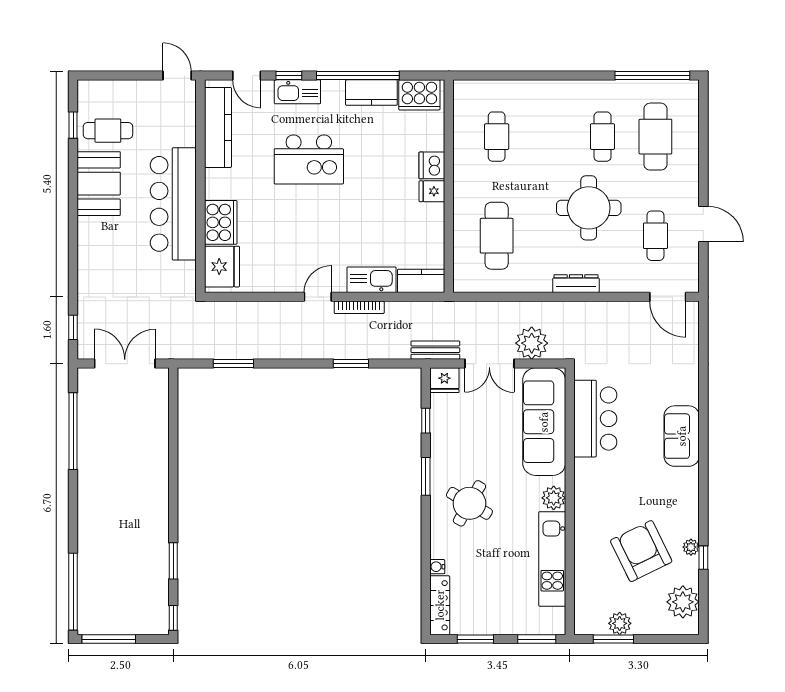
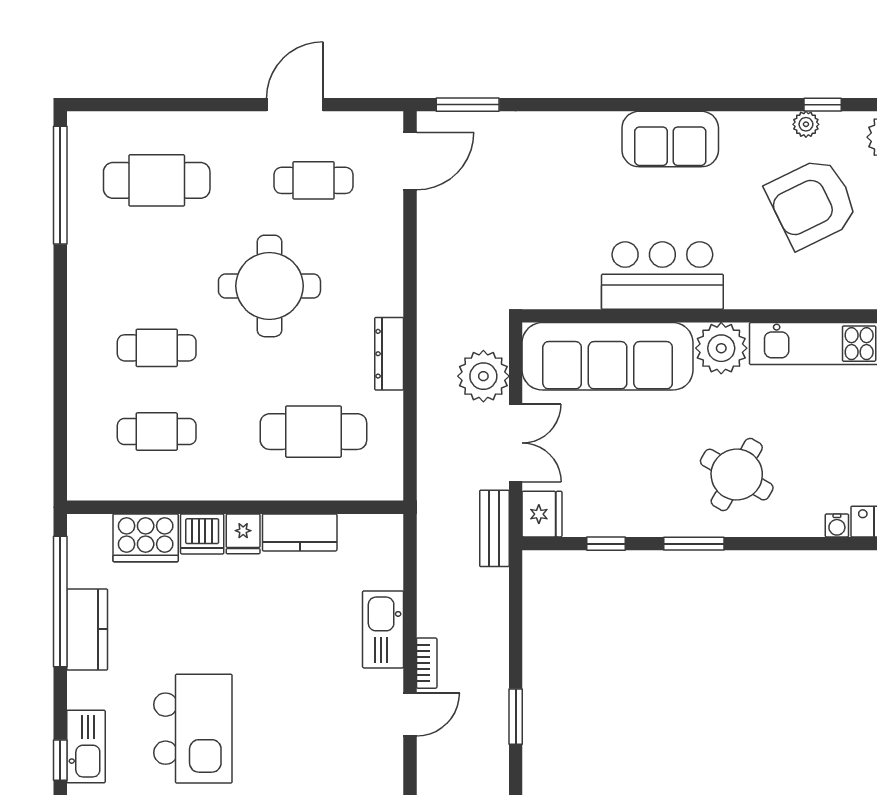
window: (358, 76) -> (60, 601), moved
cooker: (419, 95) -> (146, 538), moved, turned 90
cafe table: (602, 137) -> (157, 348), moved
kitchen counter: (421, 281) -> (300, 532), moved, turned -90
dresser: (576, 284) -> (389, 354), moved
door: (318, 297) -> (410, 714), swing flipped
bookcase: (359, 307) -> (427, 663), width x0.64
window: (703, 333) -> (468, 105), added
window: (351, 364) -> (516, 717), moved
bar counter: (595, 419) -> (662, 275), moved
sofa: (682, 436) -> (670, 139), moved
plant: (554, 498) -> (721, 348), width x1.36, depth x1.36

